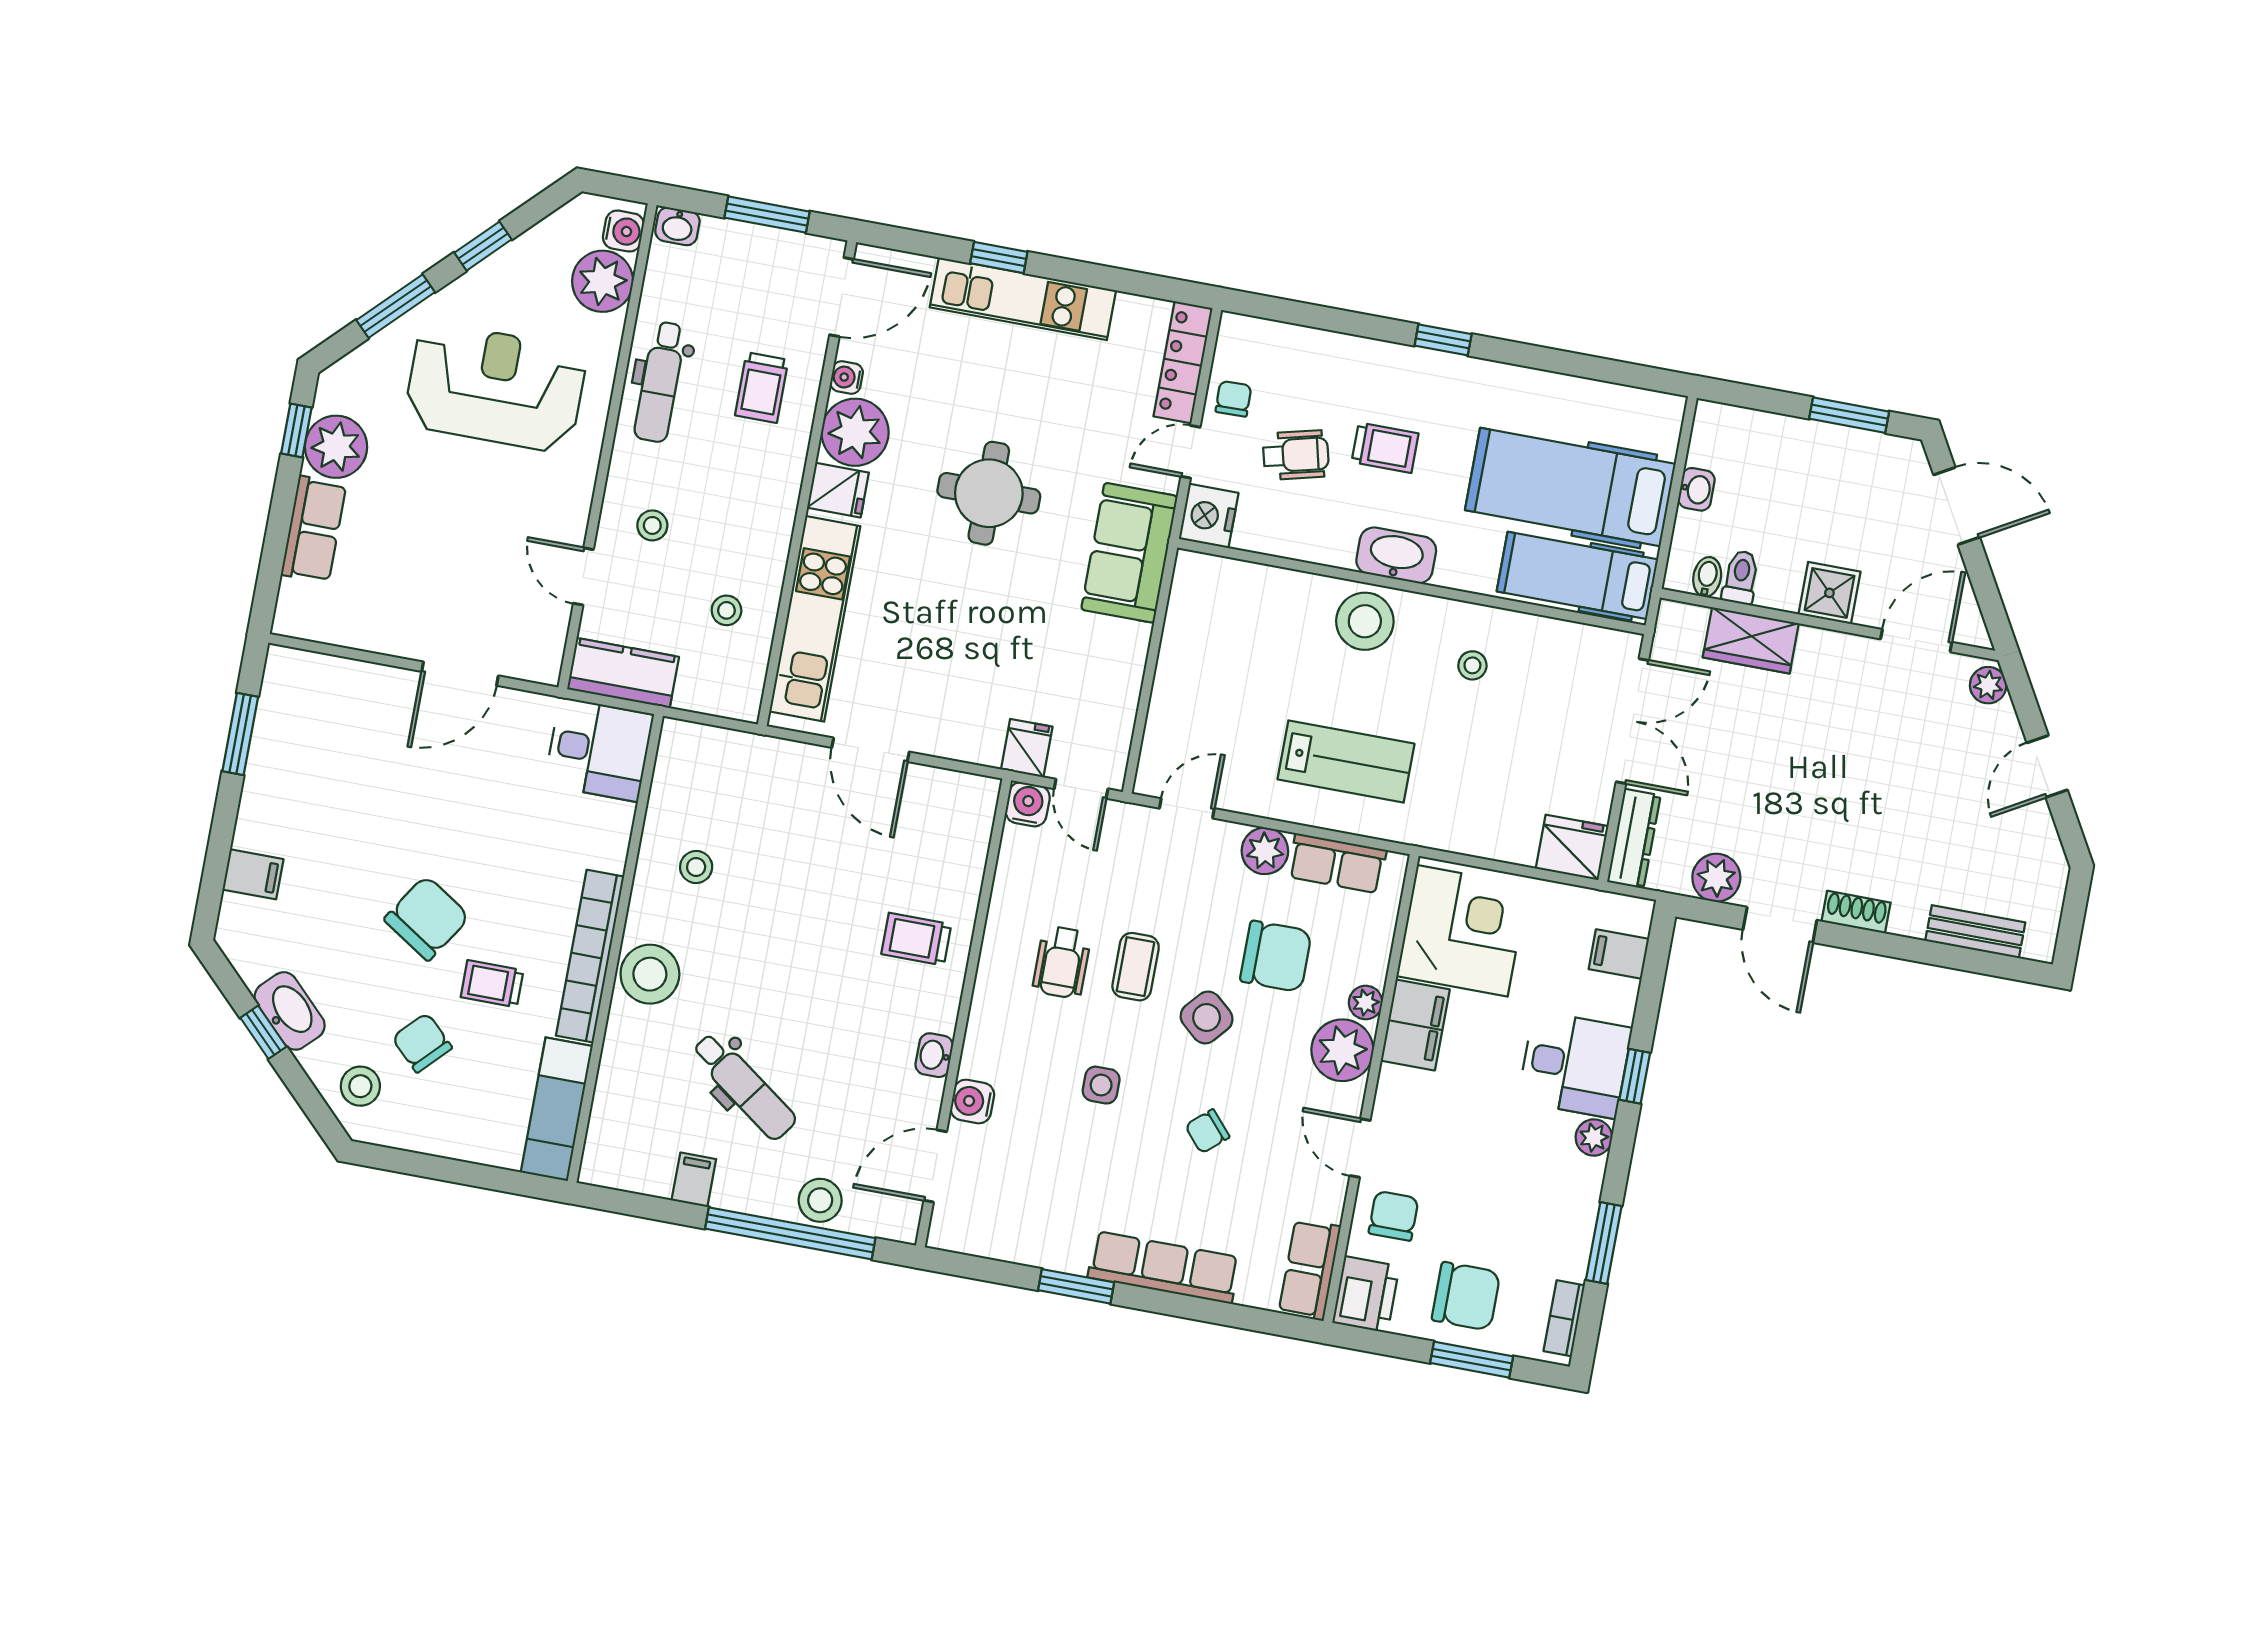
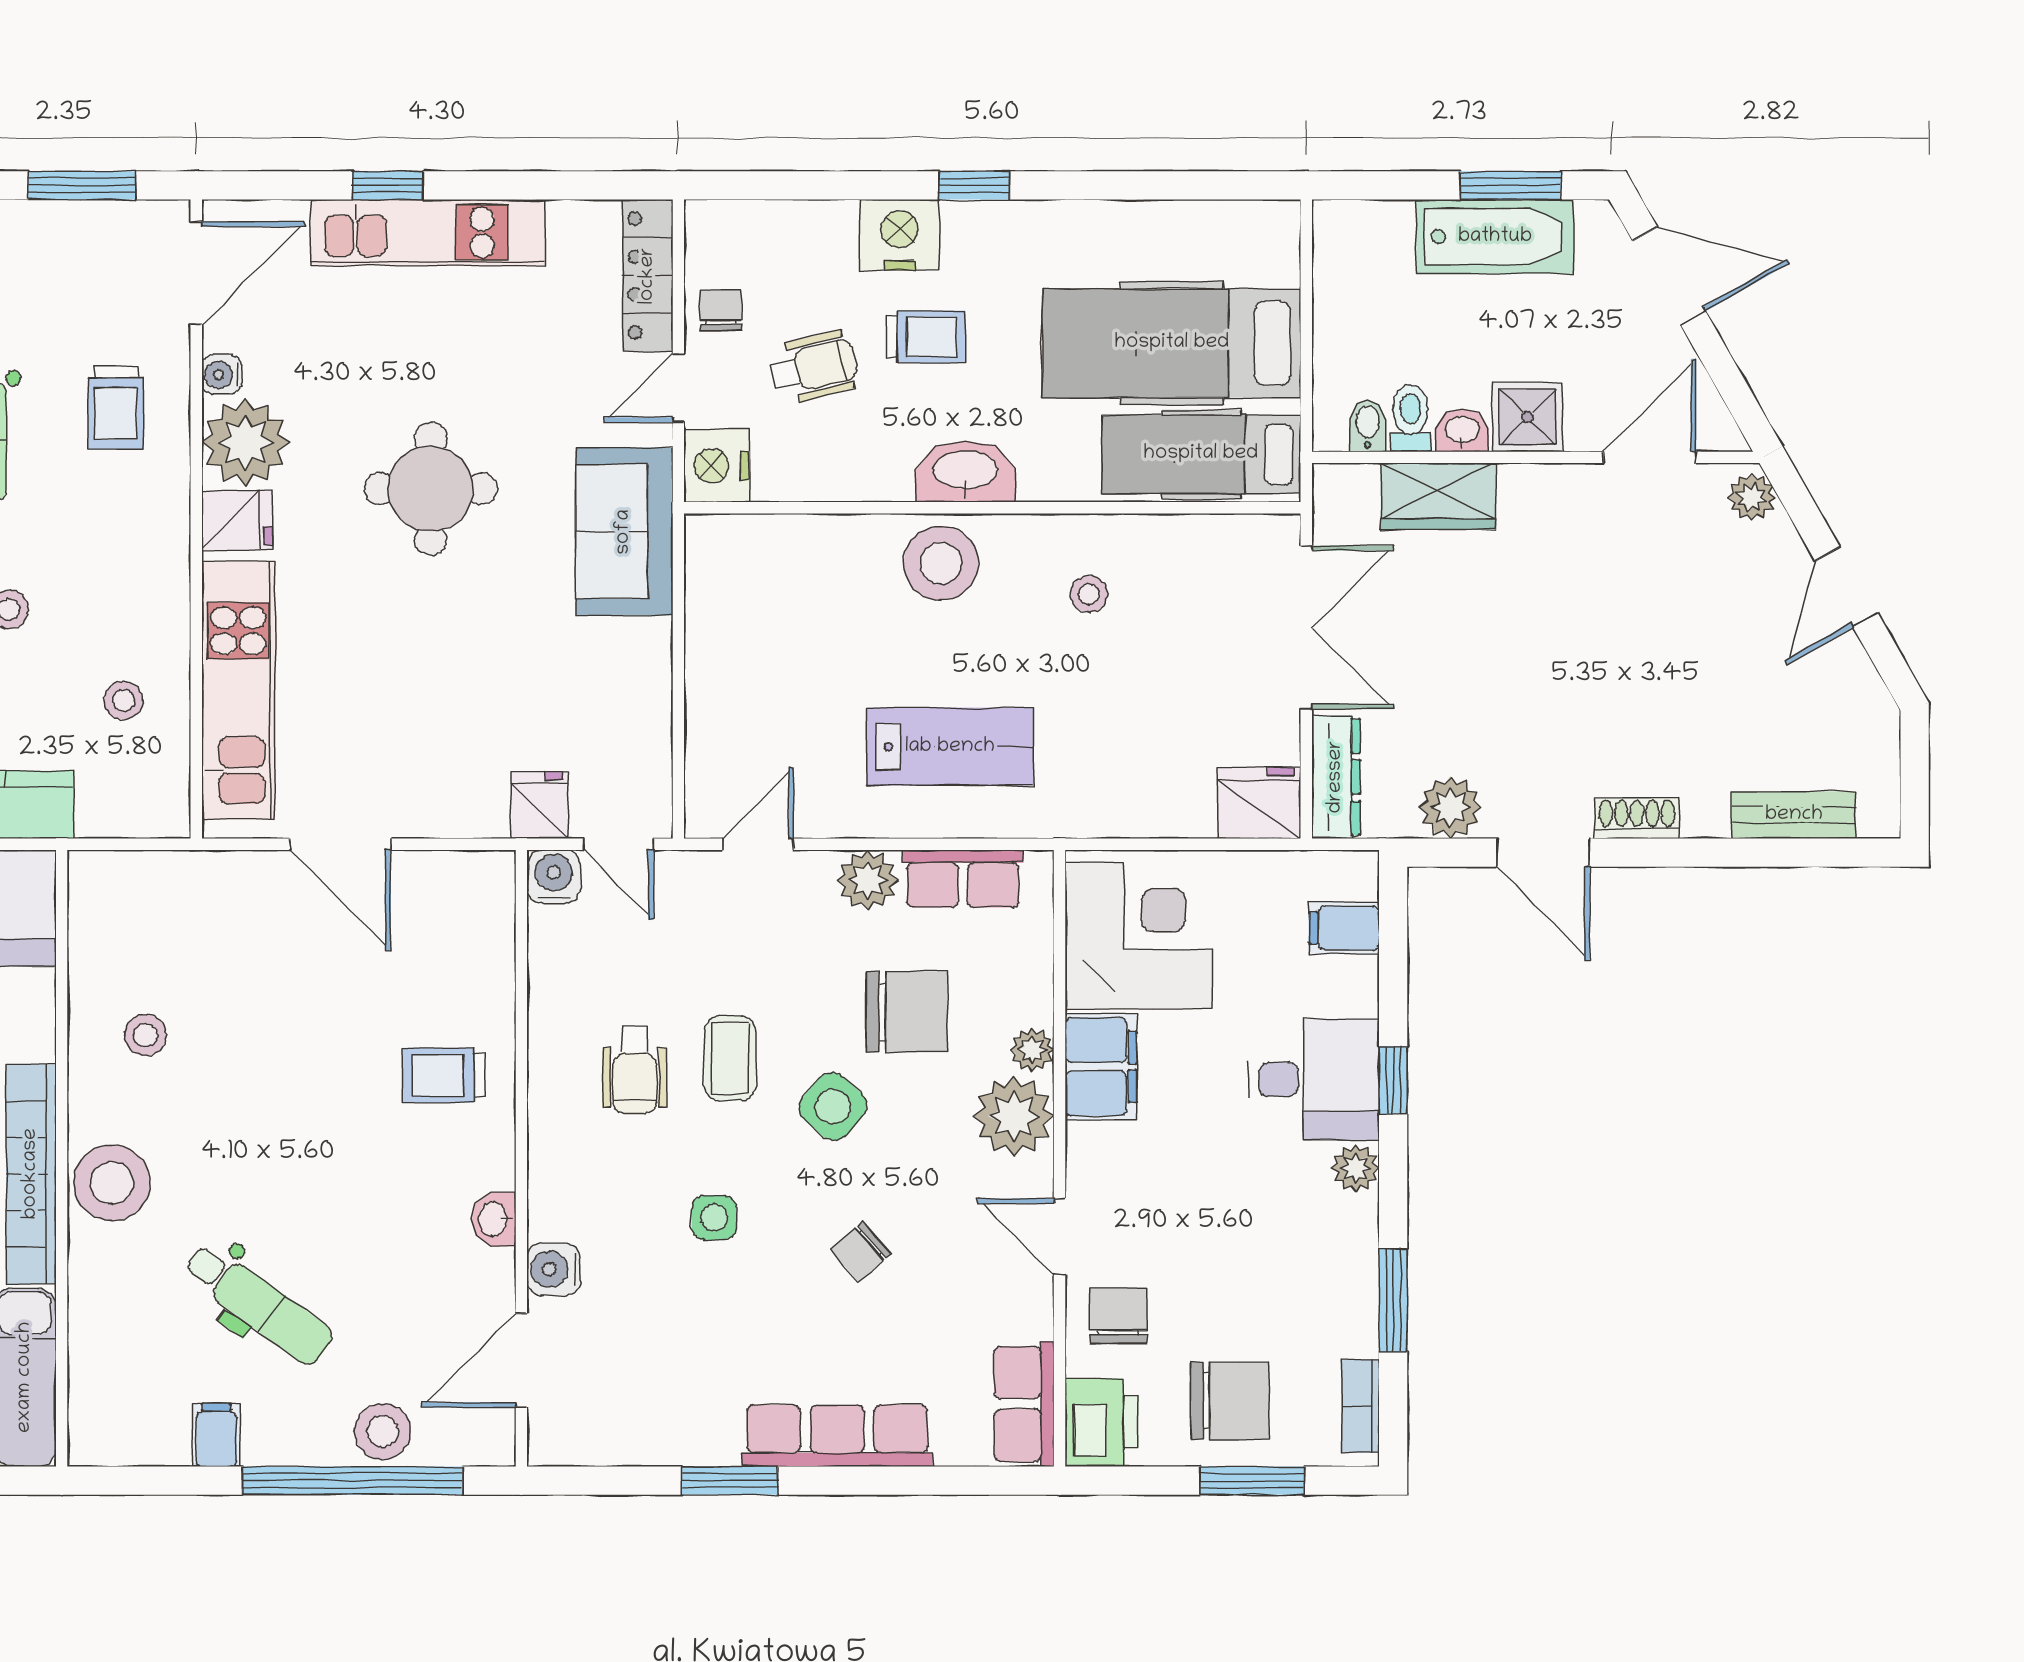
nightstand: (1379, 367) -> (899, 235), added
bathtub: (1830, 452) -> (1495, 237), added
washbasin: (1696, 489) -> (1462, 430), moved, turned -90

